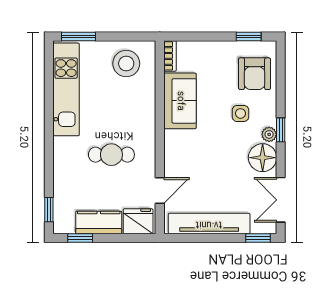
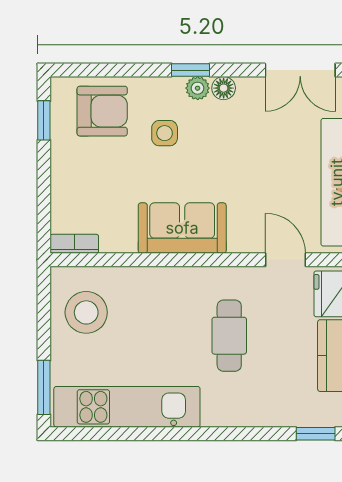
sofa: (180, 101) -> (182, 228), moved
floor lamp: (263, 158) -> (224, 88), width x0.53, depth x0.53

